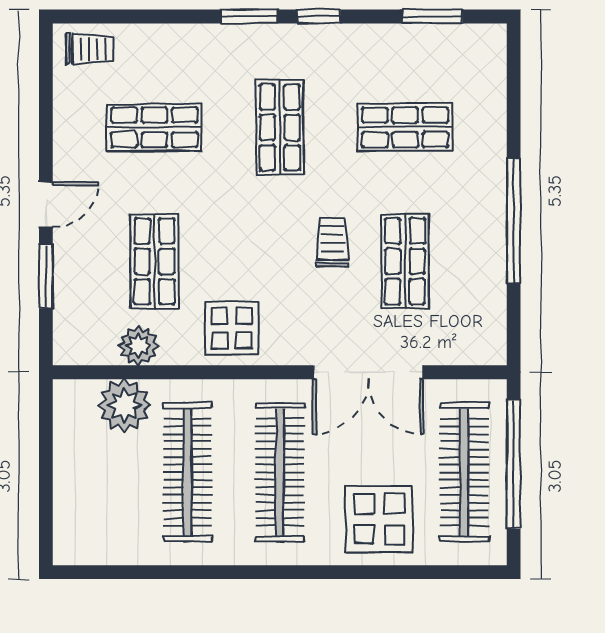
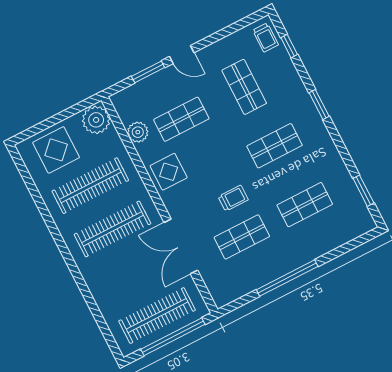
window: (319, 16) -> (289, 46), moved
shop shelf: (405, 127) -> (305, 205), turned 90
plant: (124, 405) -> (96, 120), moved
display table: (379, 519) -> (56, 150), moved

